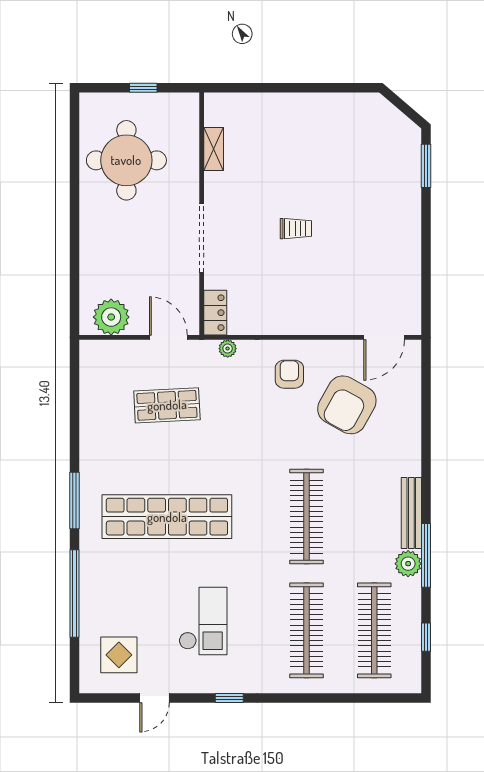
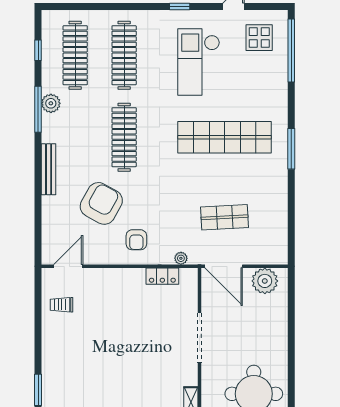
trolley: (296, 229) -> (61, 305), moved
locker: (215, 313) -> (162, 276), moved, turned -90
door: (168, 337) -> (224, 266), width x1.36
armchair: (347, 405) -> (101, 203), moved
bench: (411, 513) -> (49, 169), moved
window: (74, 593) -> (291, 51), moved
checkout: (203, 621) -> (199, 62), width x1.36, depth x1.21

